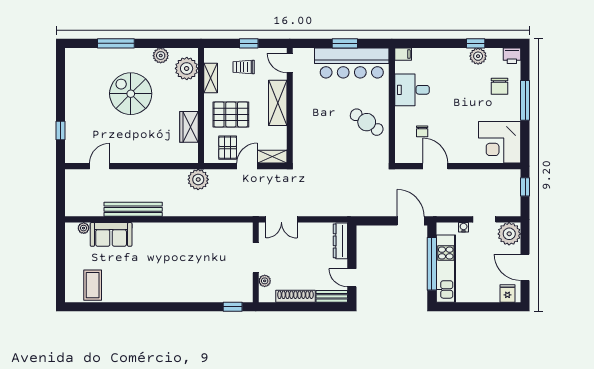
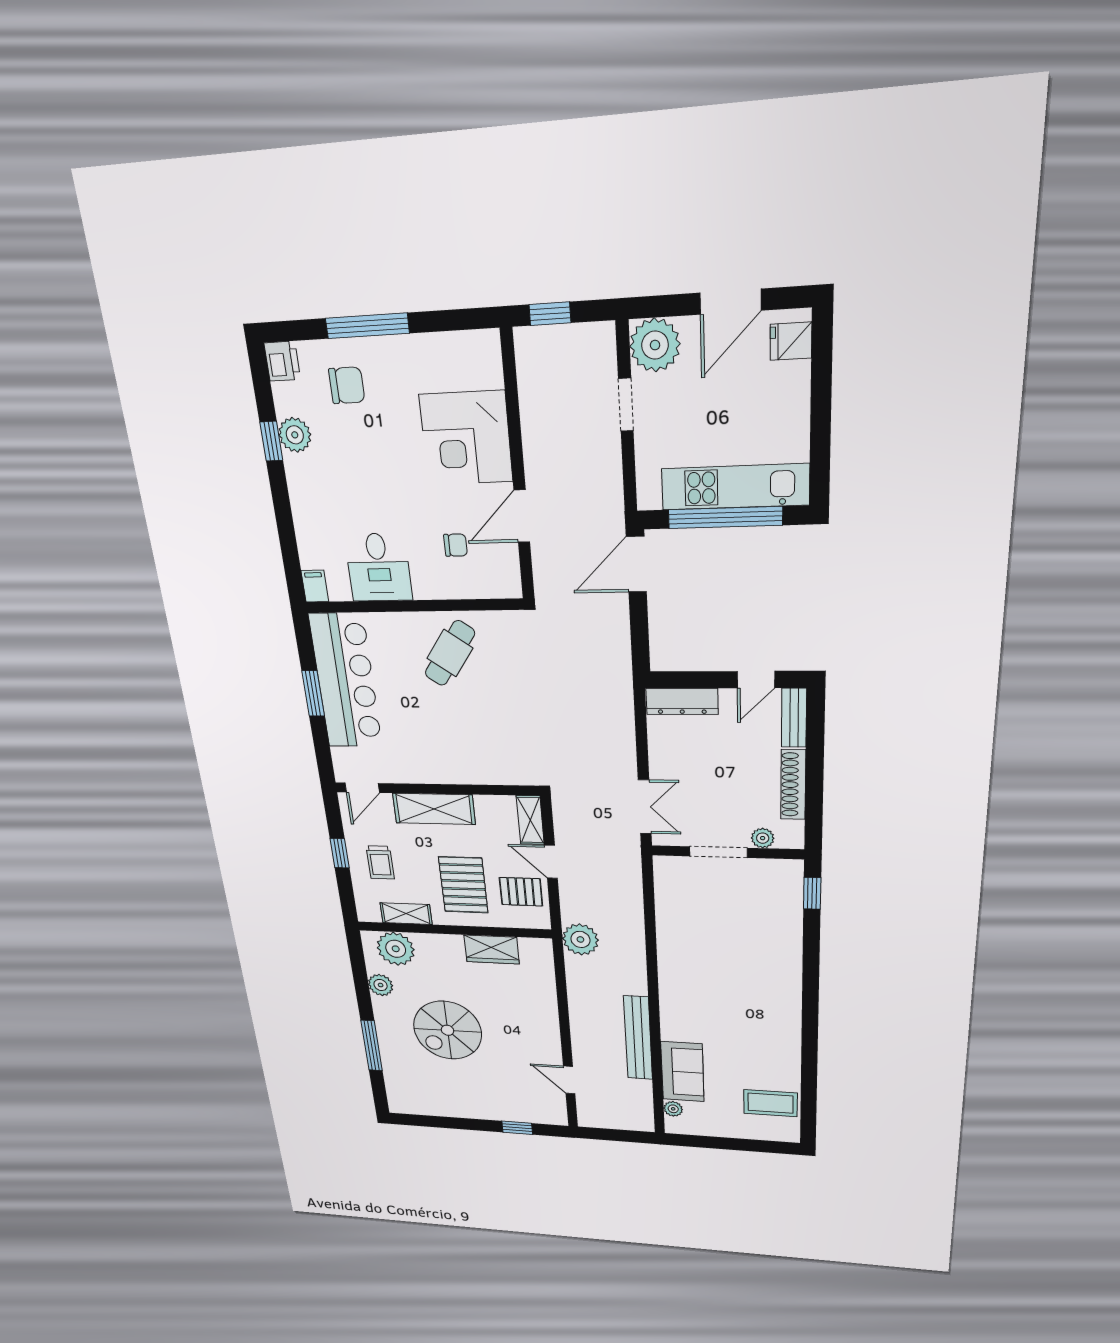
corner desk: (500, 142) -> (466, 438), moved, turned 90
water cooler: (464, 227) -> (645, 451), removed

